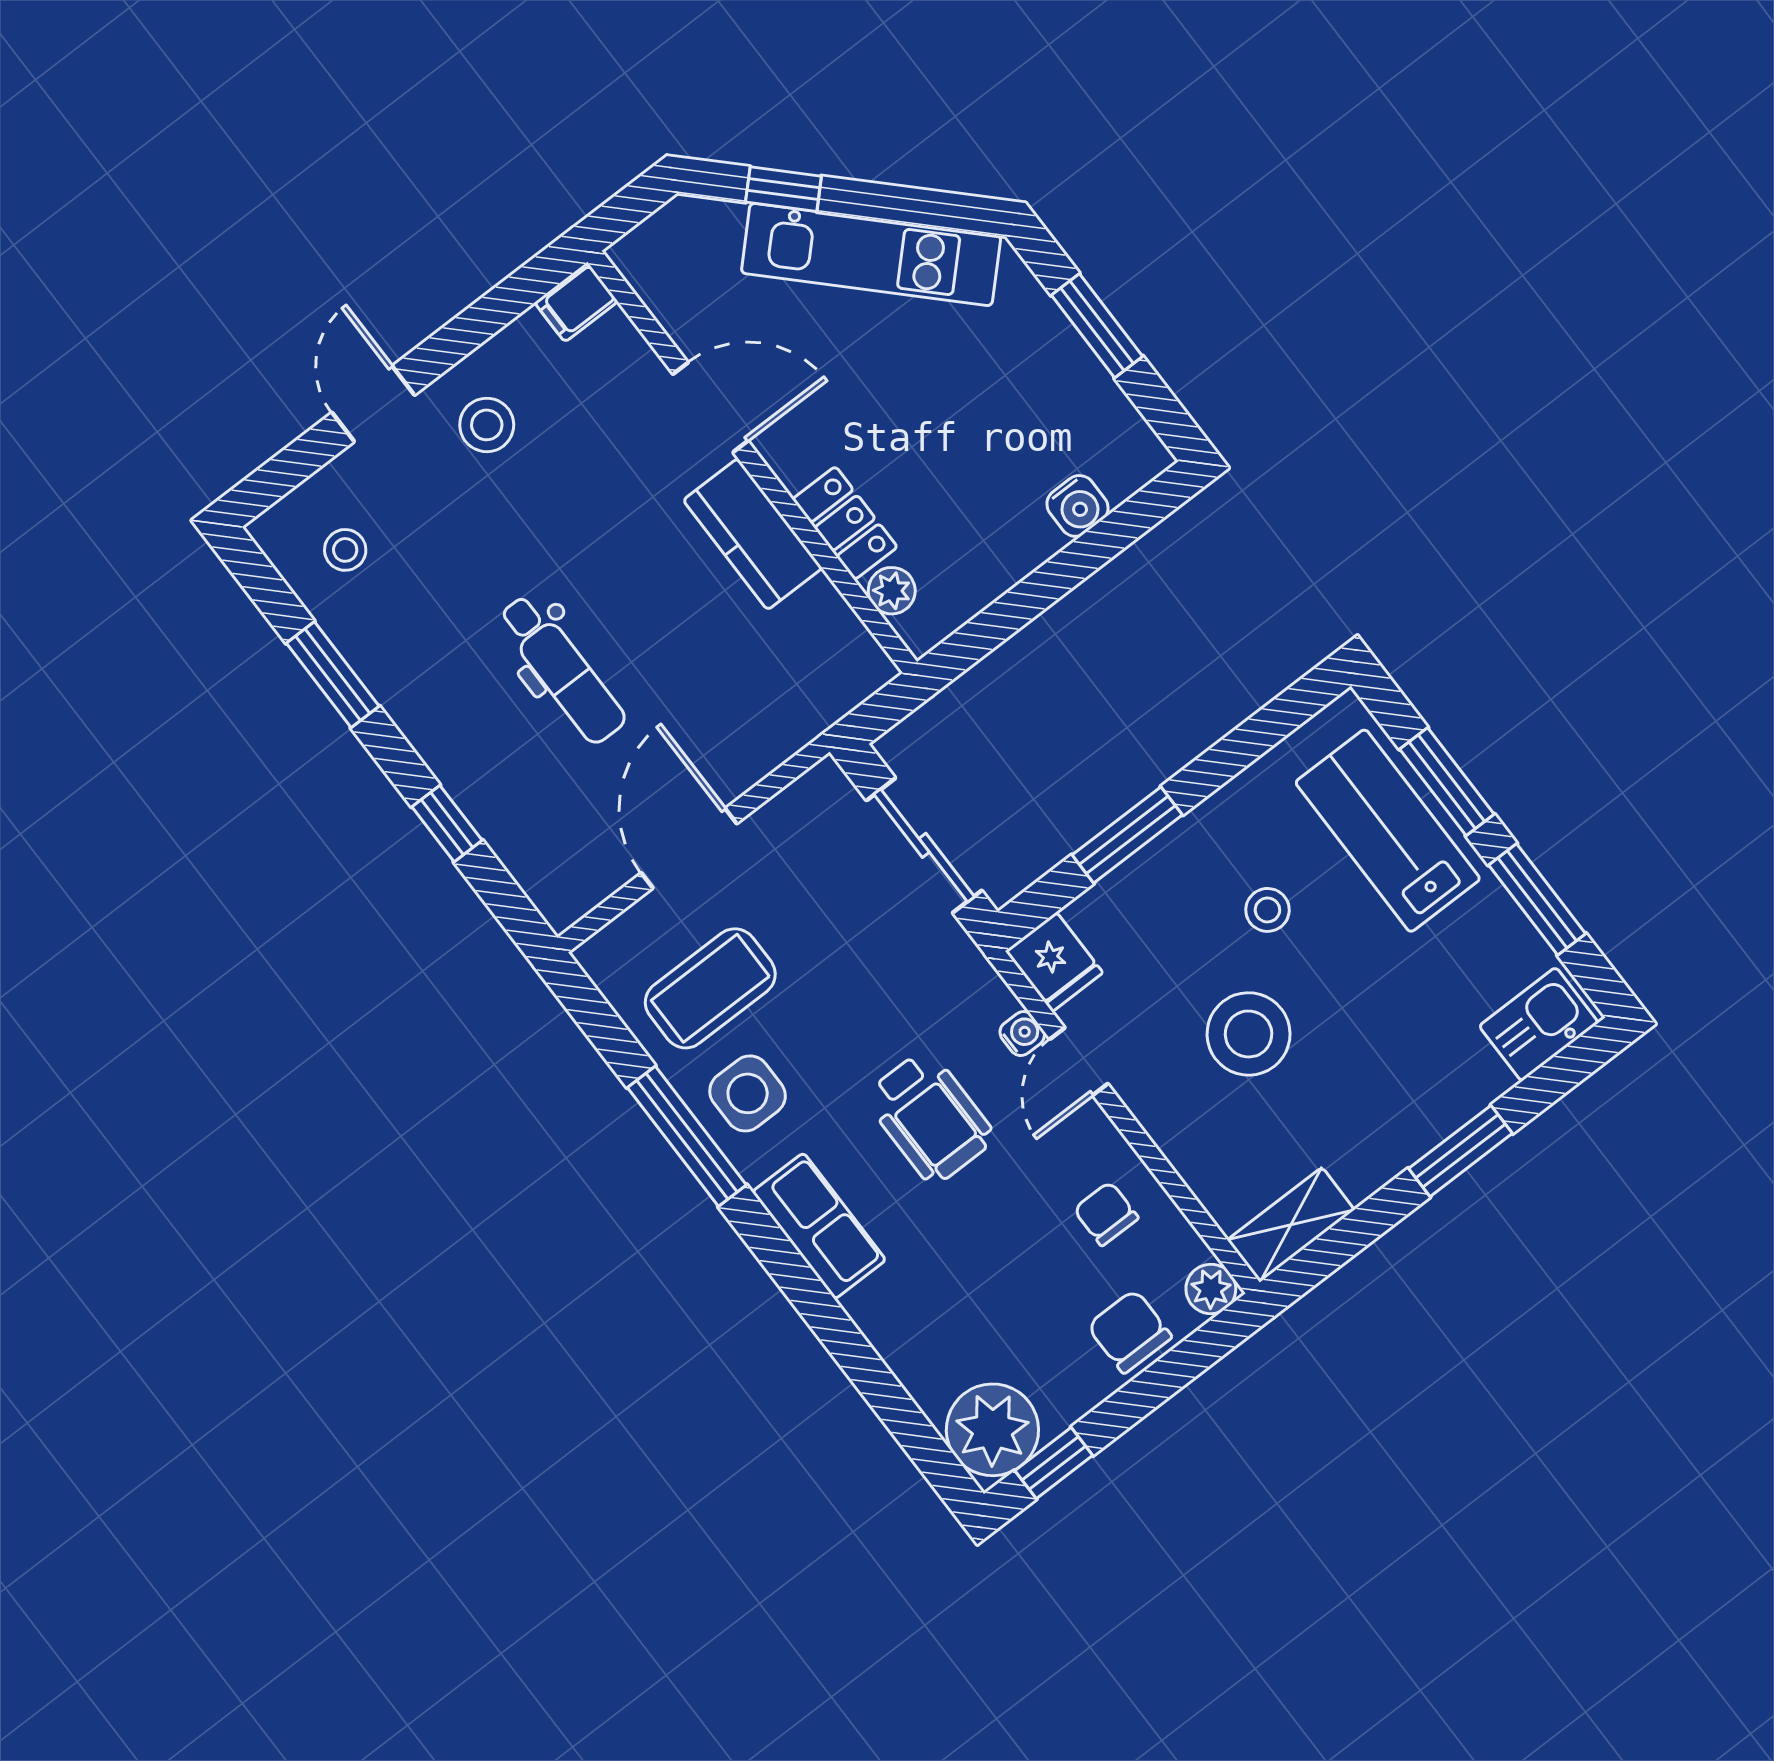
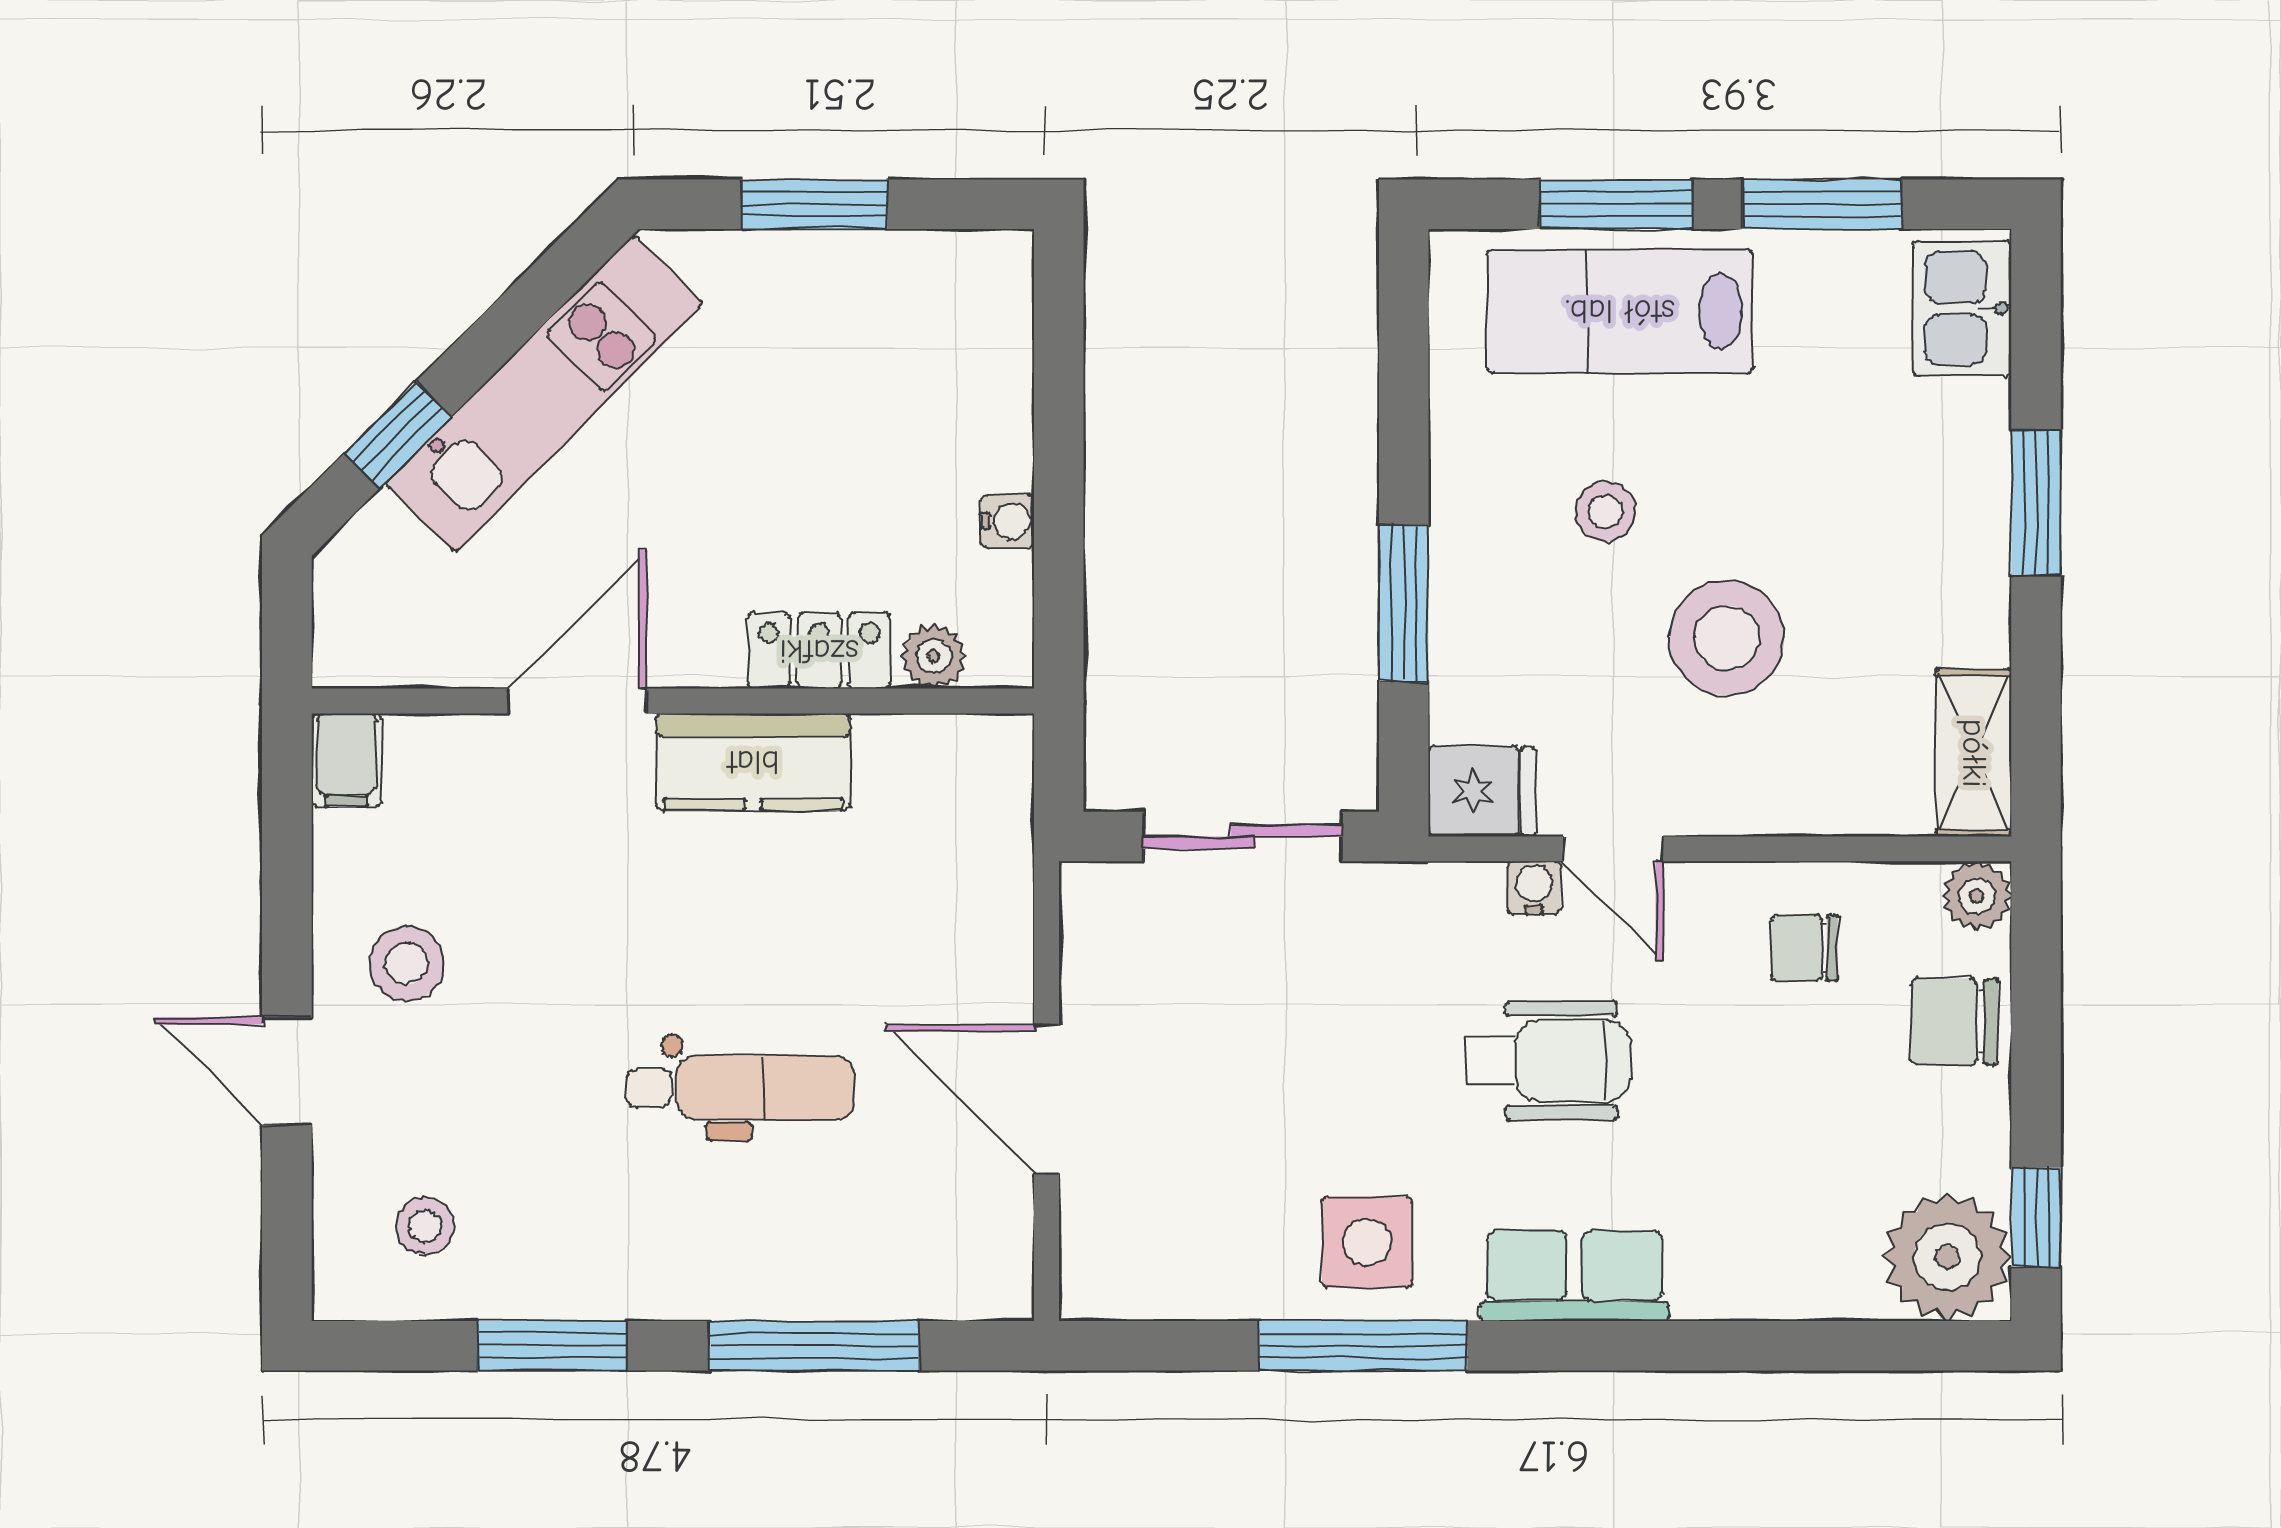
water cooler: (1077, 506) -> (1008, 521), moved, width x0.72, depth x0.72
window: (447, 824) -> (814, 1346), width x2.17
coffee table: (710, 988) -> (1219, 1194), removed

